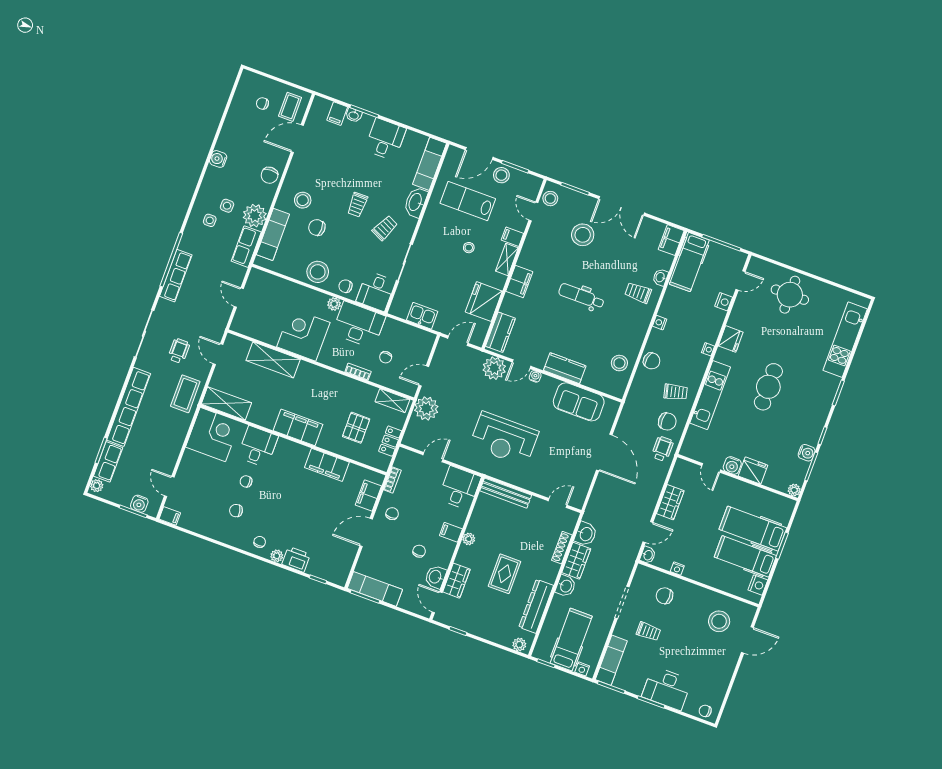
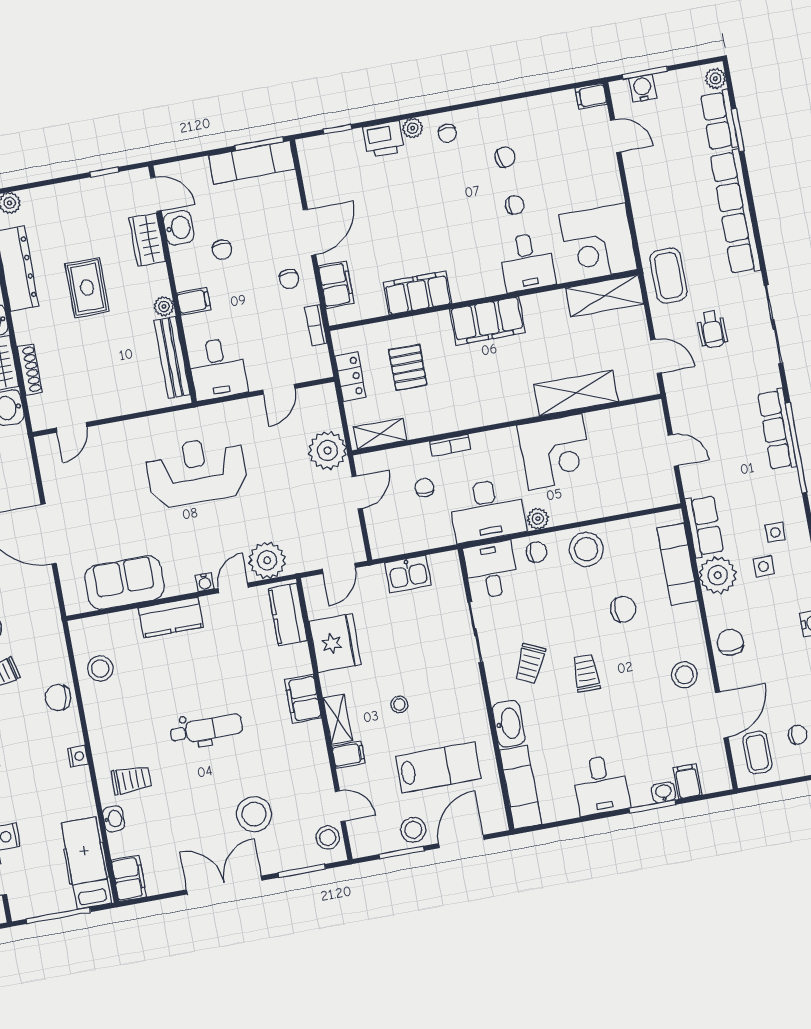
stool: (303, 200) -> (684, 675), moved
bench: (506, 493) -> (172, 357), moved, turned 90

